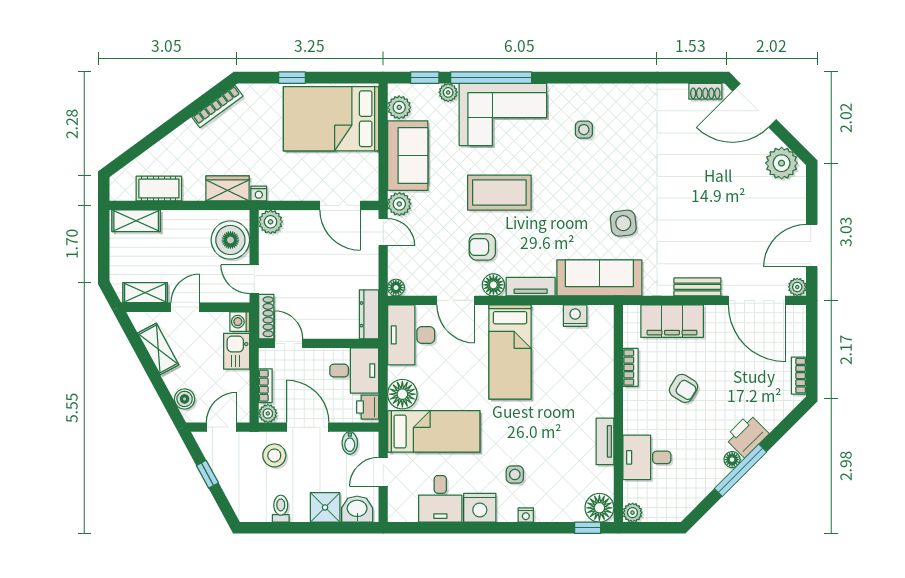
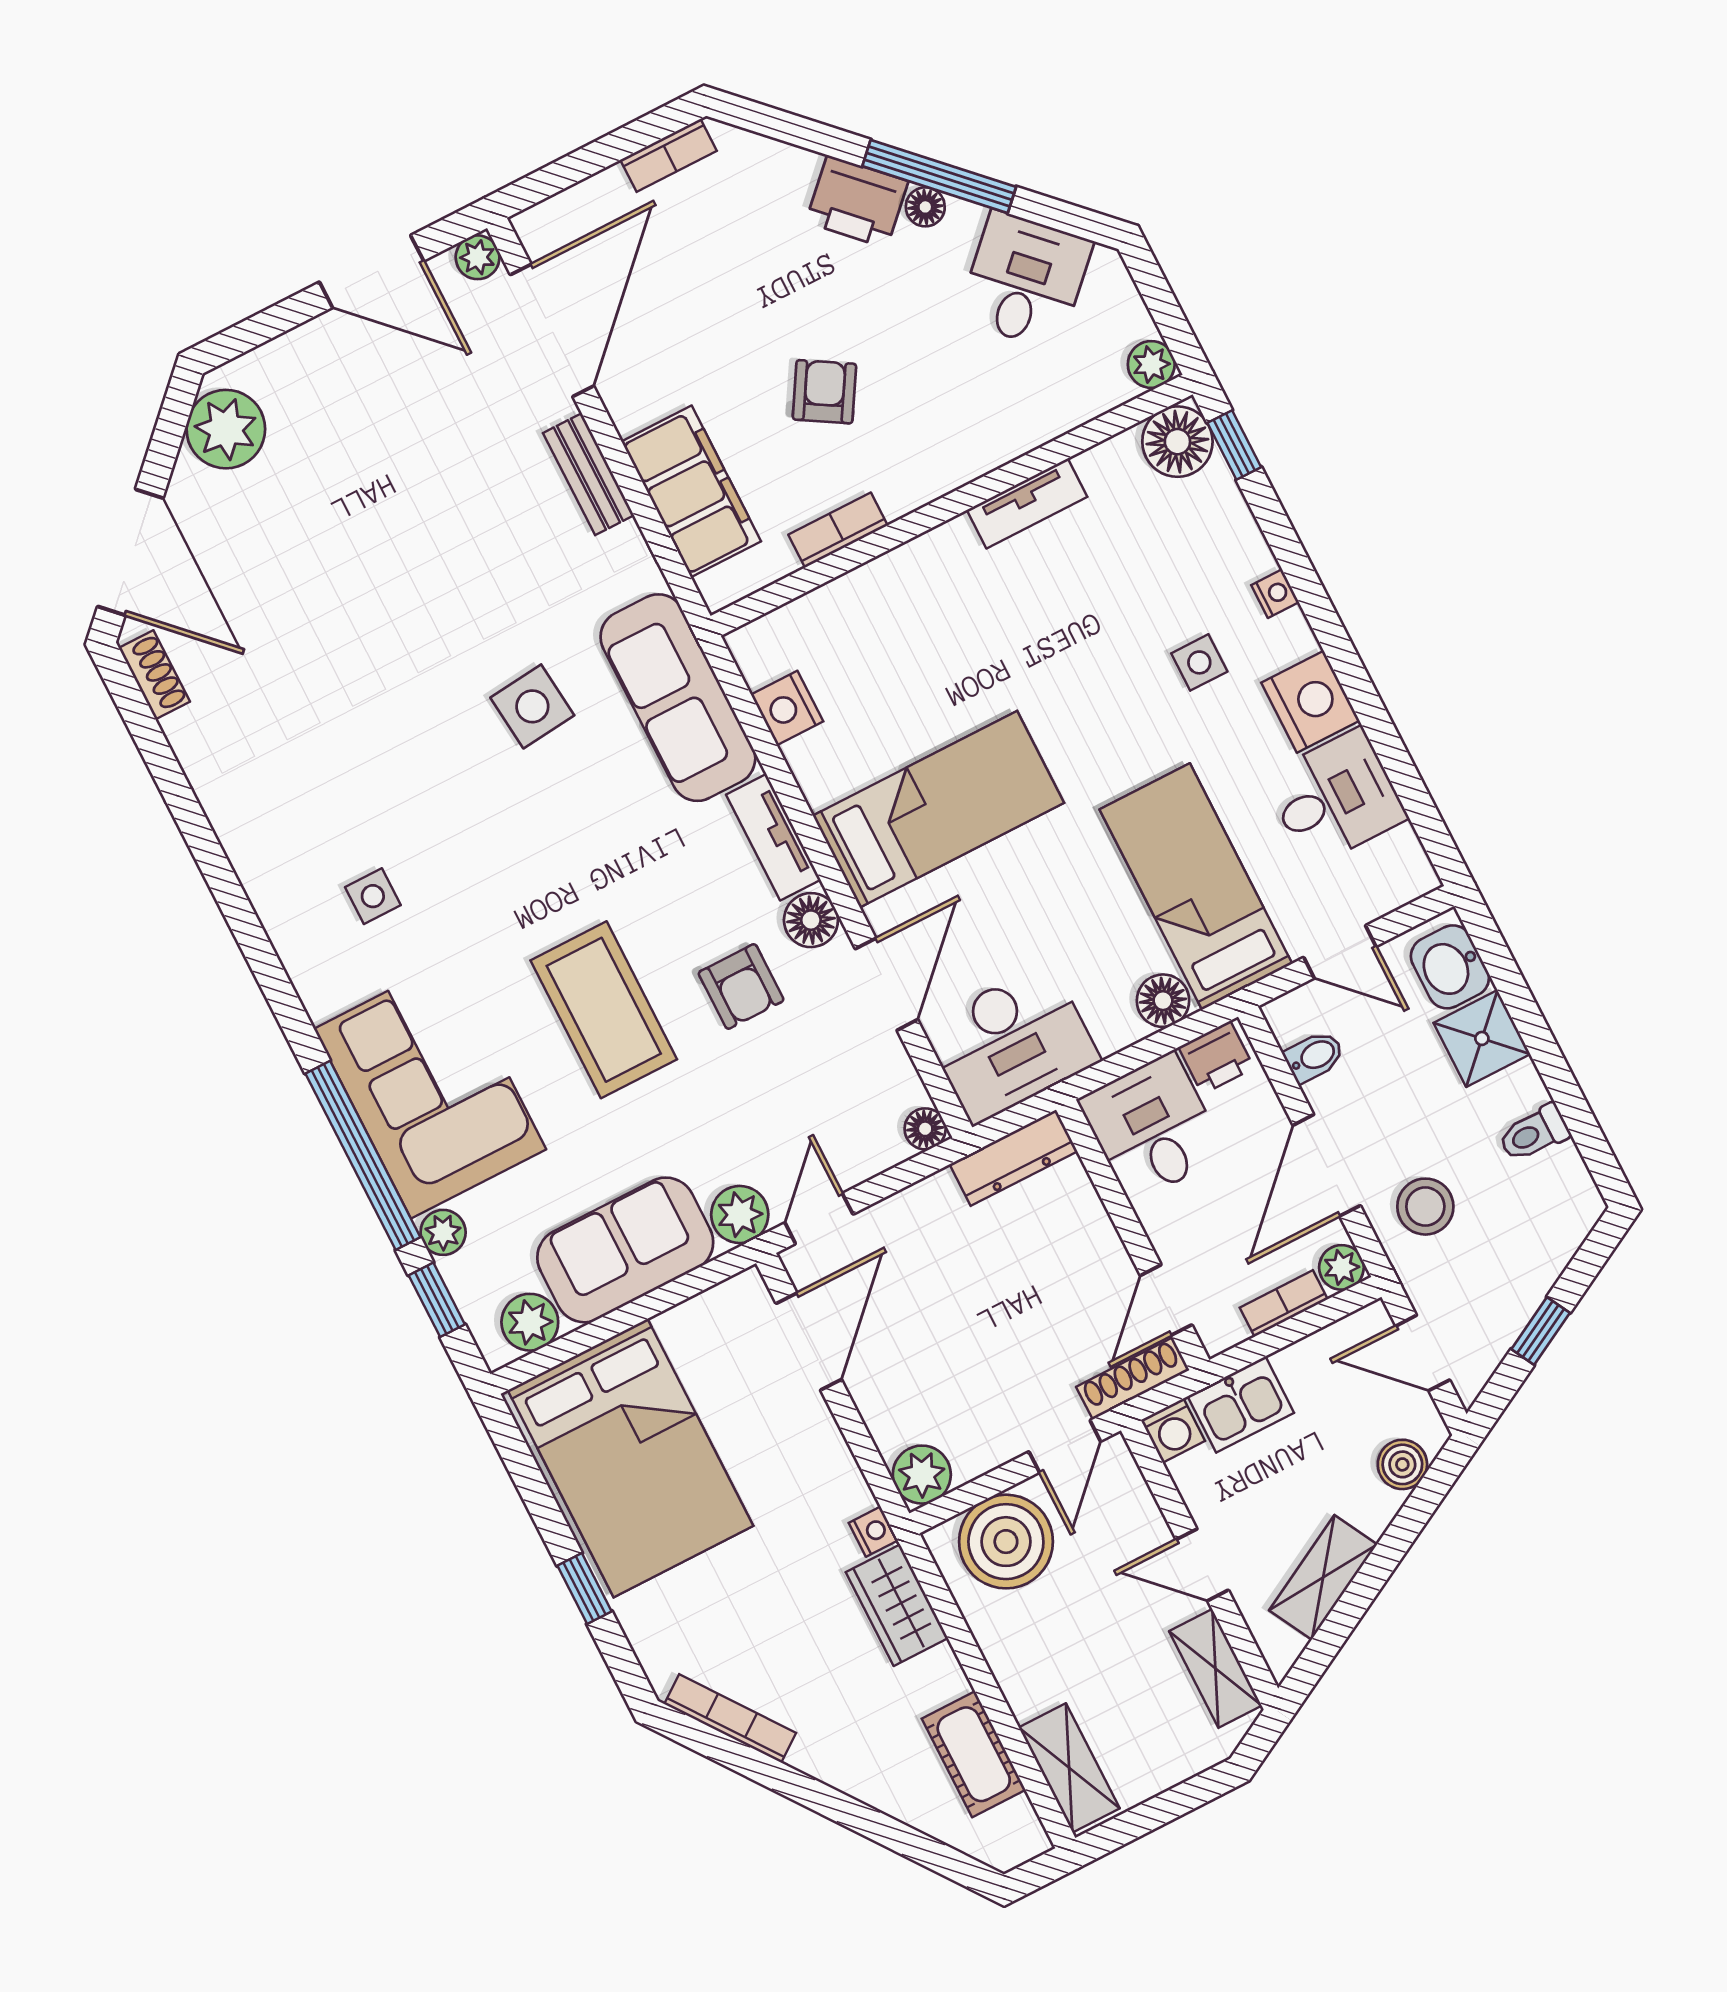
floor lamp: (402, 394) -> (1163, 1001), width x0.73, depth x0.73
desk: (647, 457) -> (1025, 280), moved, turned -135

